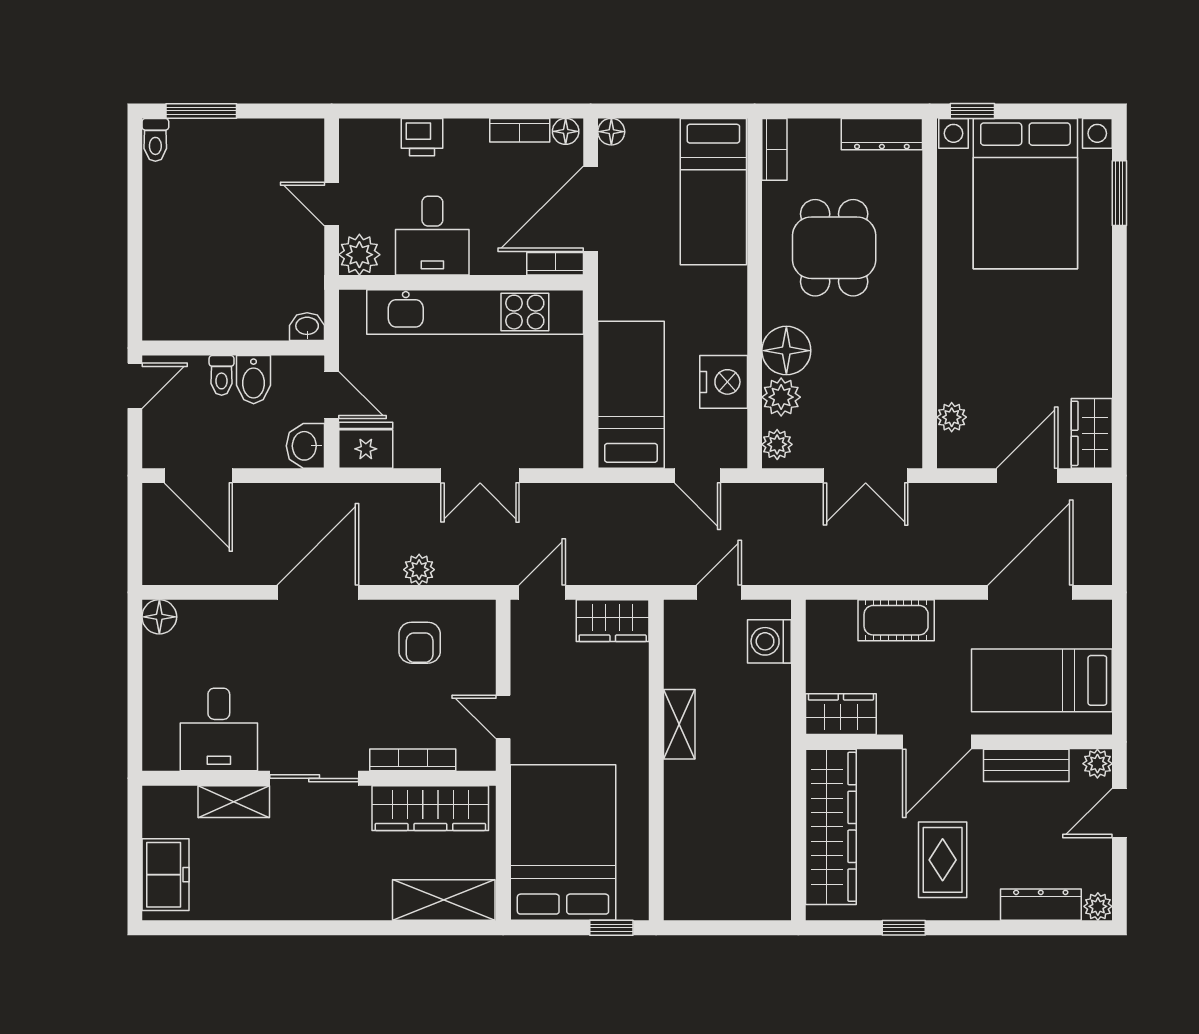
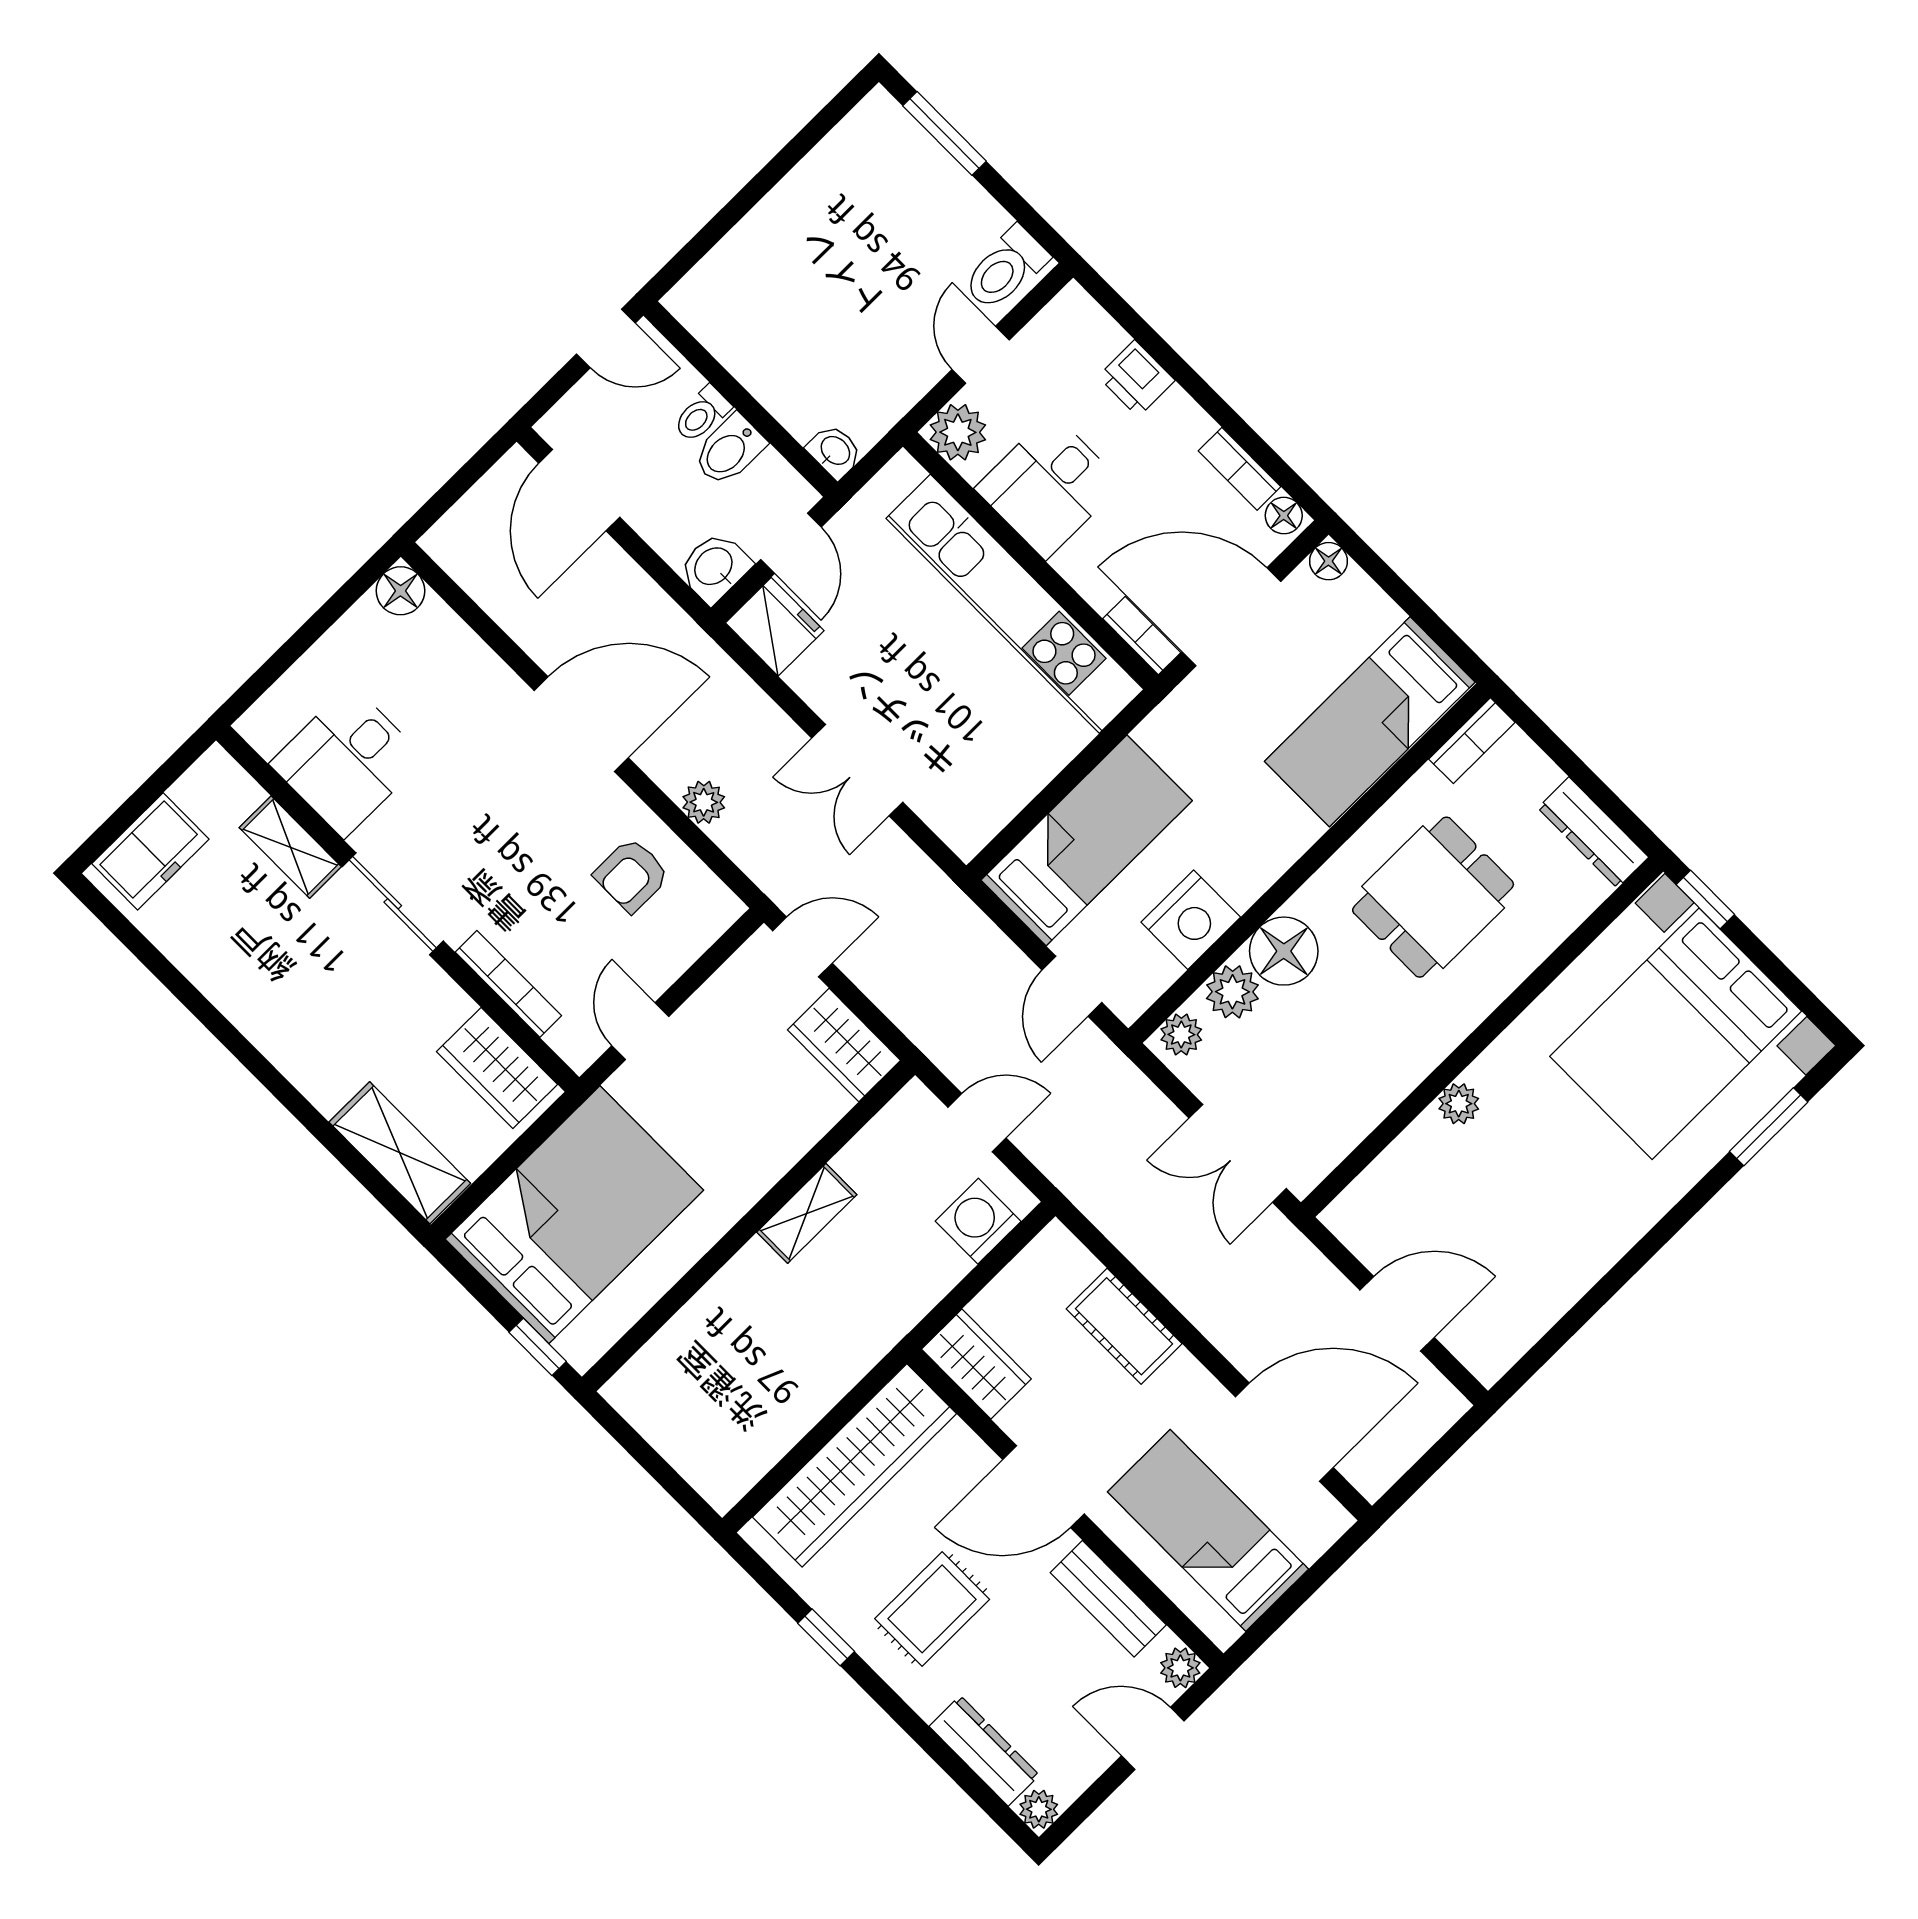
toilet: (155, 140) -> (1005, 269), moved, width x1.37, depth x1.39
plant: (952, 417) -> (1459, 1104), moved
wardrobe: (1092, 433) -> (1503, 1336), removed
wardrobe: (430, 808) -> (497, 1068), width x0.67

